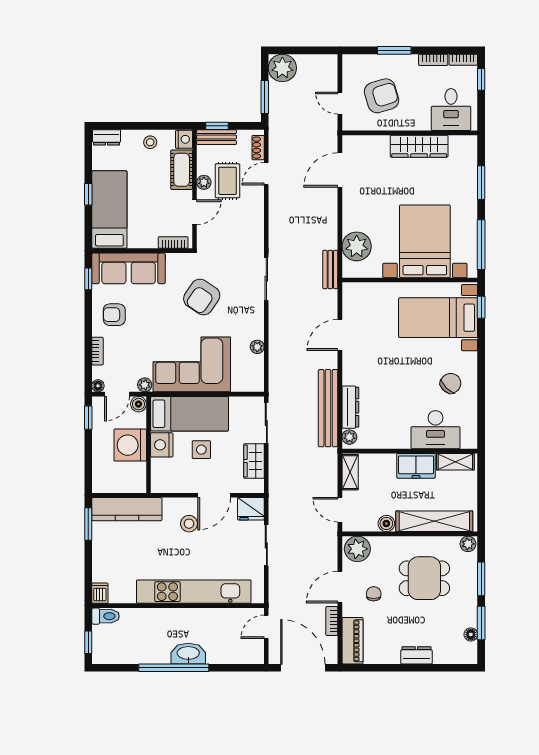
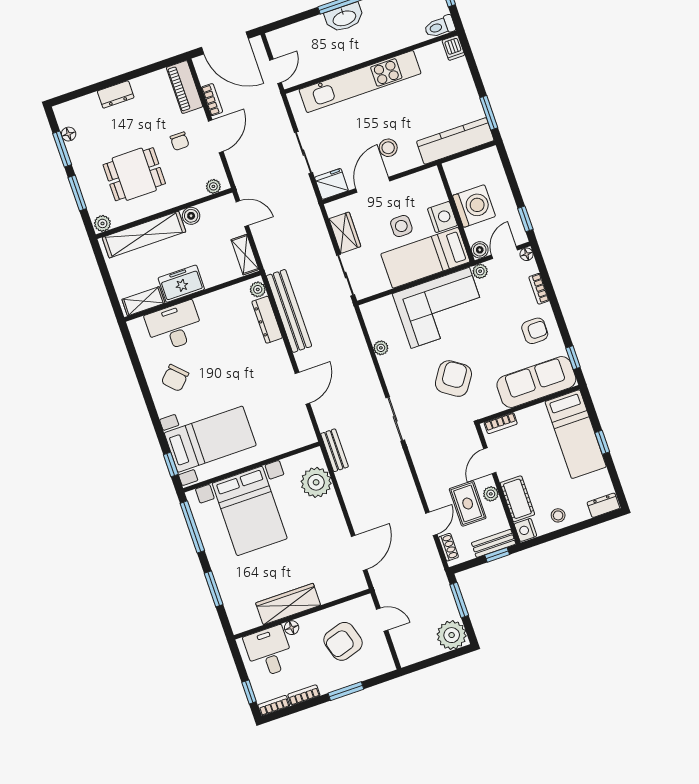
floor lamp: (423, 124) -> (292, 628), added
plant: (357, 549) -> (213, 186), width x0.53, depth x0.53

